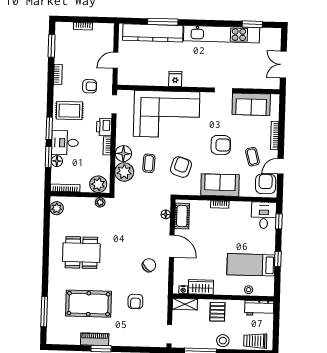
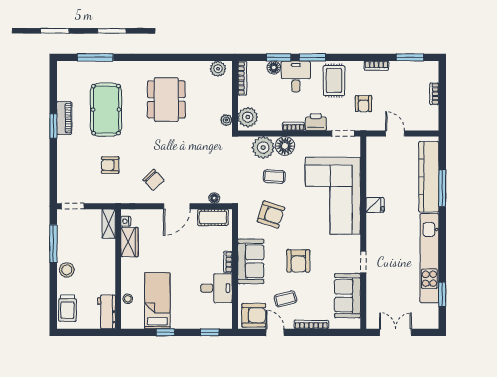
desk: (264, 215) -> (216, 288), moved
pallet: (217, 312) -> (101, 262), removed
trolley: (255, 341) -> (67, 308), turned 180

